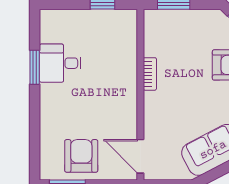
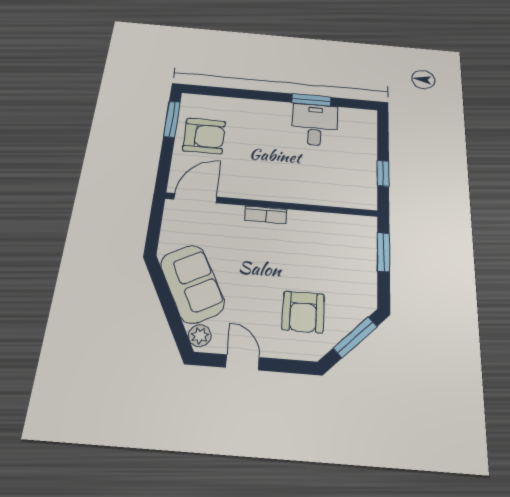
bookcase: (150, 74) -> (266, 215), moved

